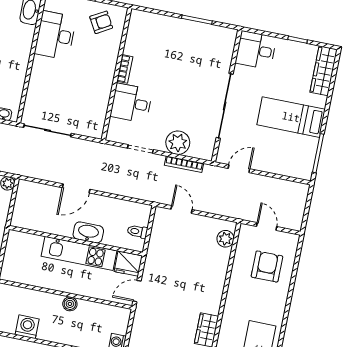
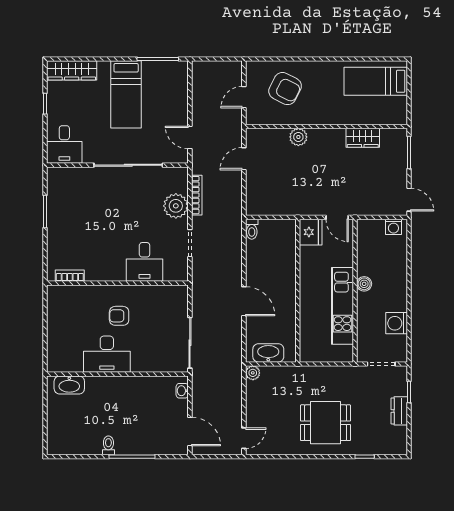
armchair: (101, 22) -> (119, 316), moved, turned -60
desk: (55, 35) -> (107, 354), moved
bookcase: (125, 69) -> (70, 276), moved
door: (182, 209) -> (244, 159), moved
washbasin: (88, 232) -> (268, 353), moved, turned 90
toilet: (137, 232) -> (252, 229), moved
plant: (225, 239) -> (298, 137), moved
kitchen unit: (79, 253) -> (343, 306), moved, turned 180
armchair: (267, 266) -> (285, 89), turned -153

